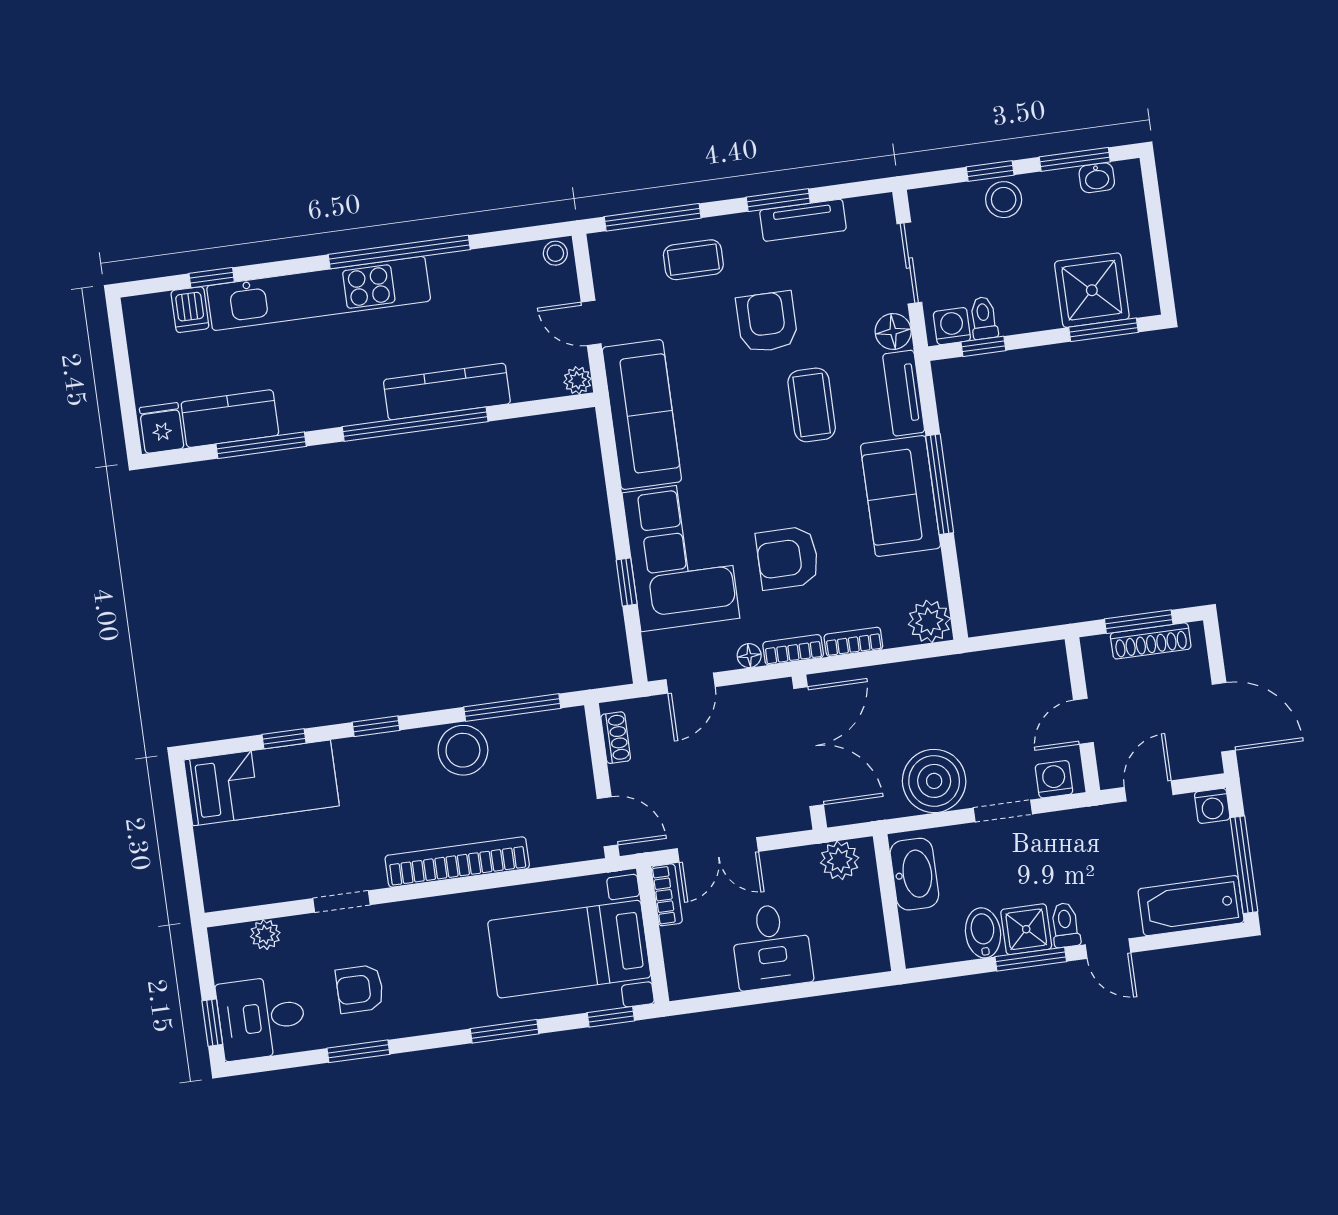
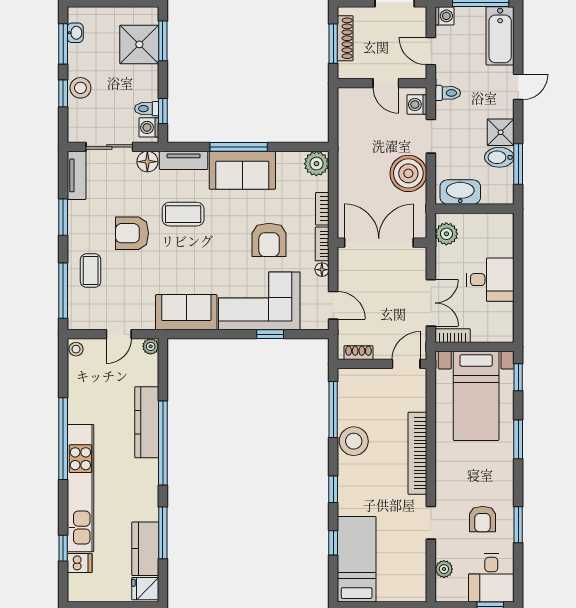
tv unit: (803, 220) -> (77, 175), moved
sofa: (642, 414) -> (186, 312), width x0.73
toilet: (1065, 925) -> (448, 93), moved, turned 180
window: (1031, 959) -> (518, 164), moved

